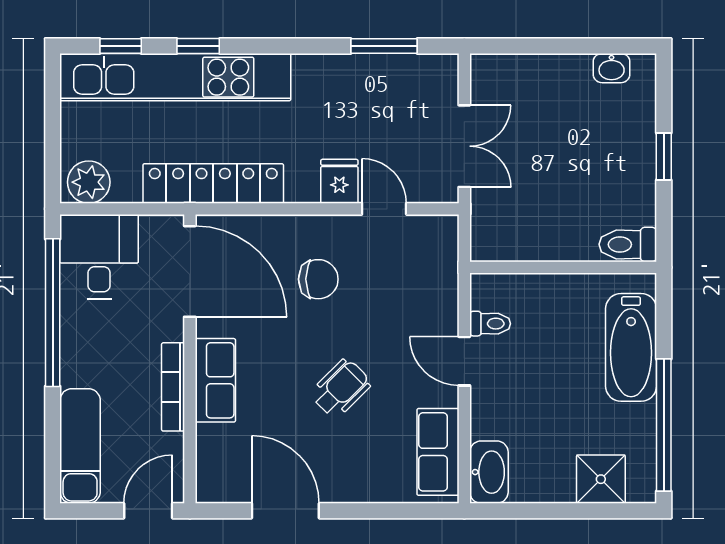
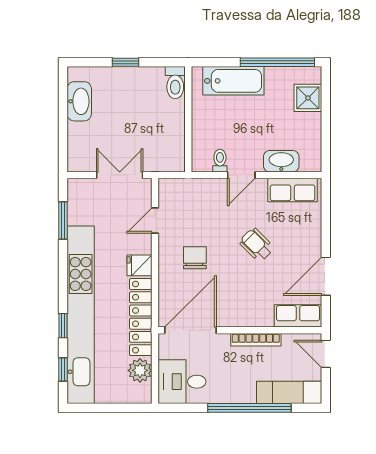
washbasin: (612, 68) -> (79, 101), width x1.91, depth x1.45
kitchen unit: (175, 77) -> (81, 315), width x1.36
fridge: (339, 181) -> (139, 265), moved
plant: (89, 182) -> (140, 370), moved
window: (53, 313) -> (249, 408), moved
row of seats: (215, 380) -> (298, 316), moved
washbasin: (489, 472) -> (281, 161), moved

